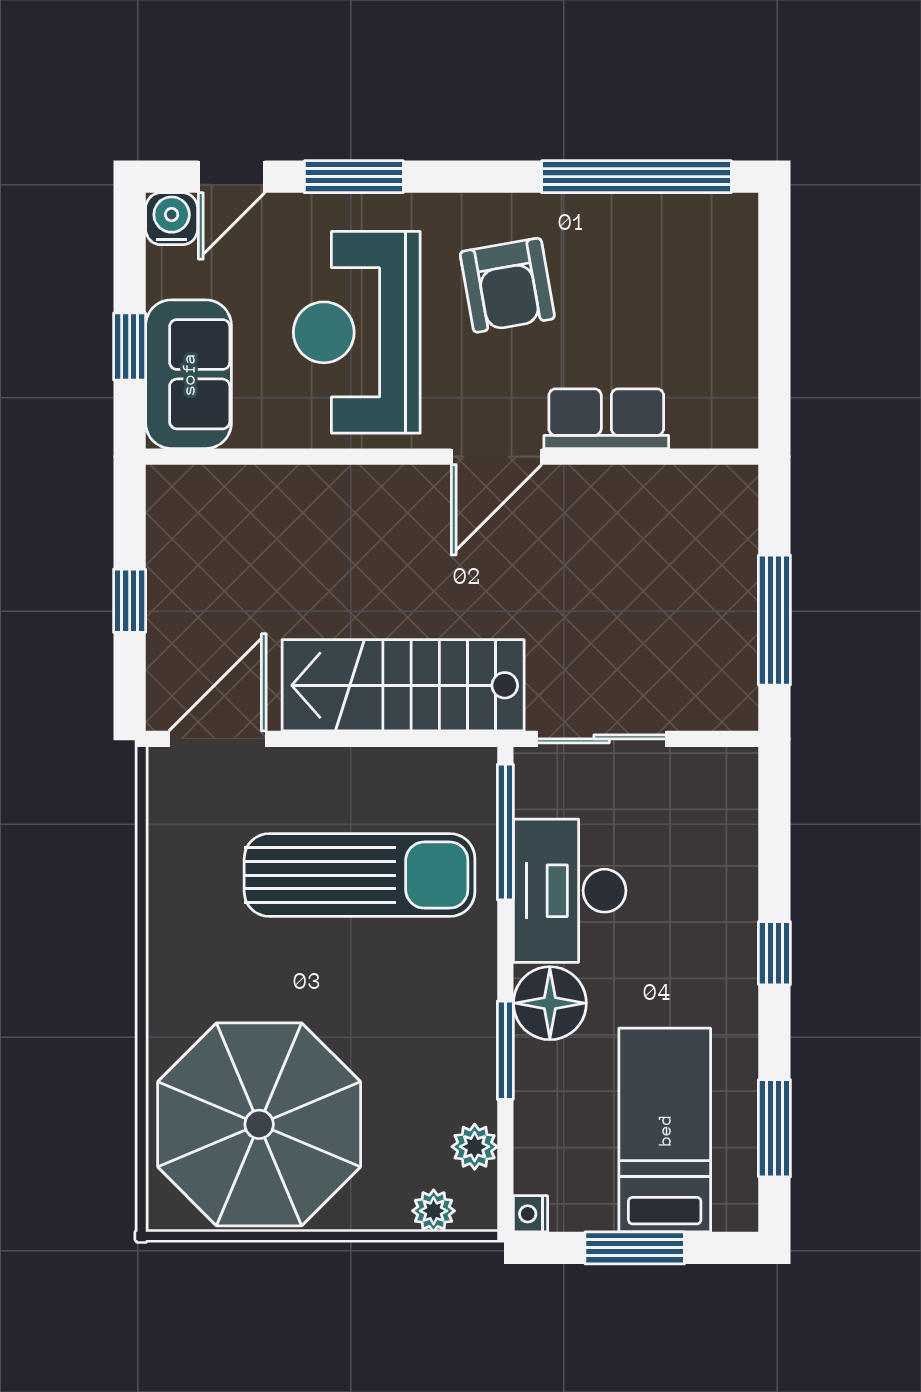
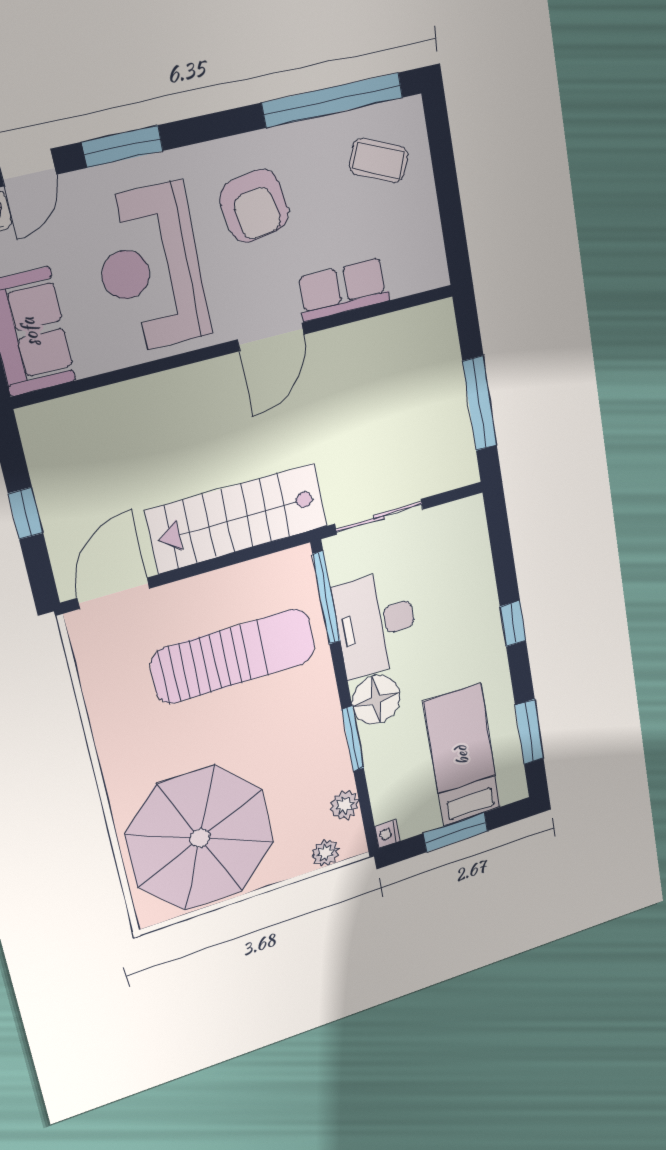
coffee table: (685, 265) -> (379, 160), added

